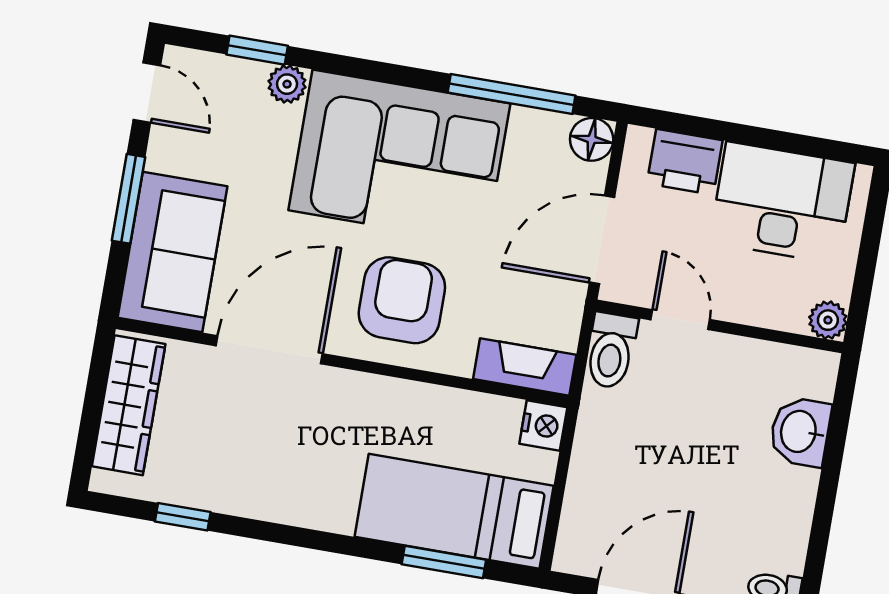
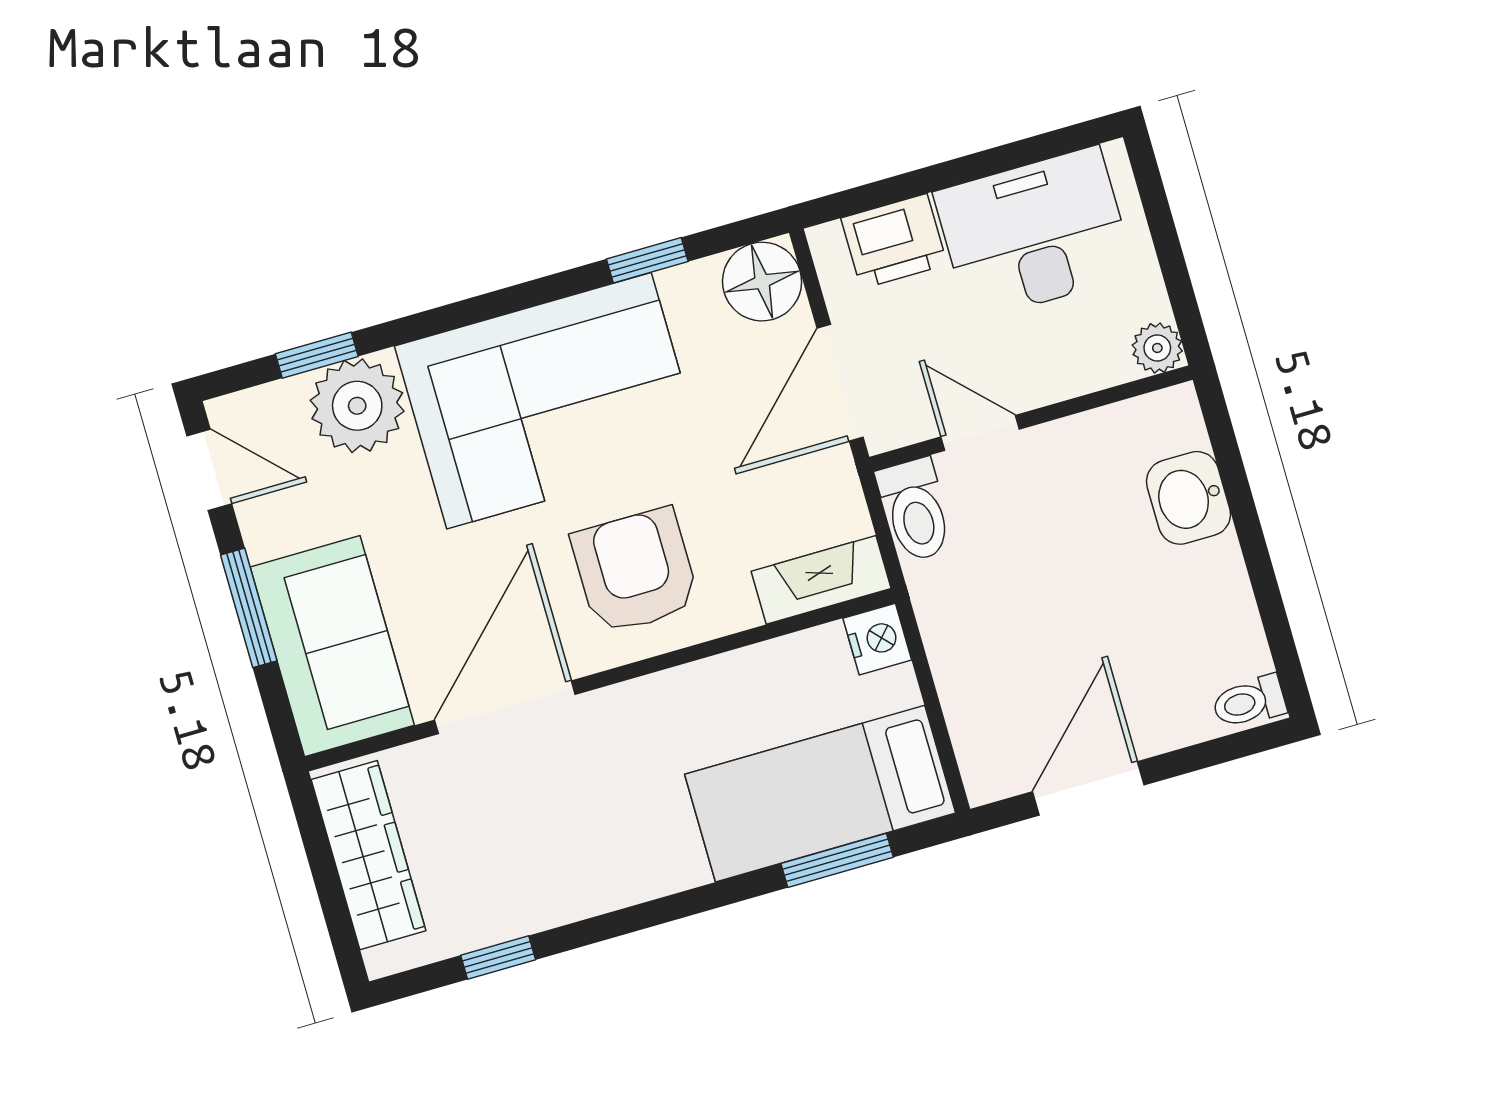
plant: (287, 84) -> (357, 406), width x1.87, depth x1.87
window: (512, 94) -> (647, 260), width x0.46
floor lamp: (592, 139) -> (762, 282), width x1.38, depth x1.38

